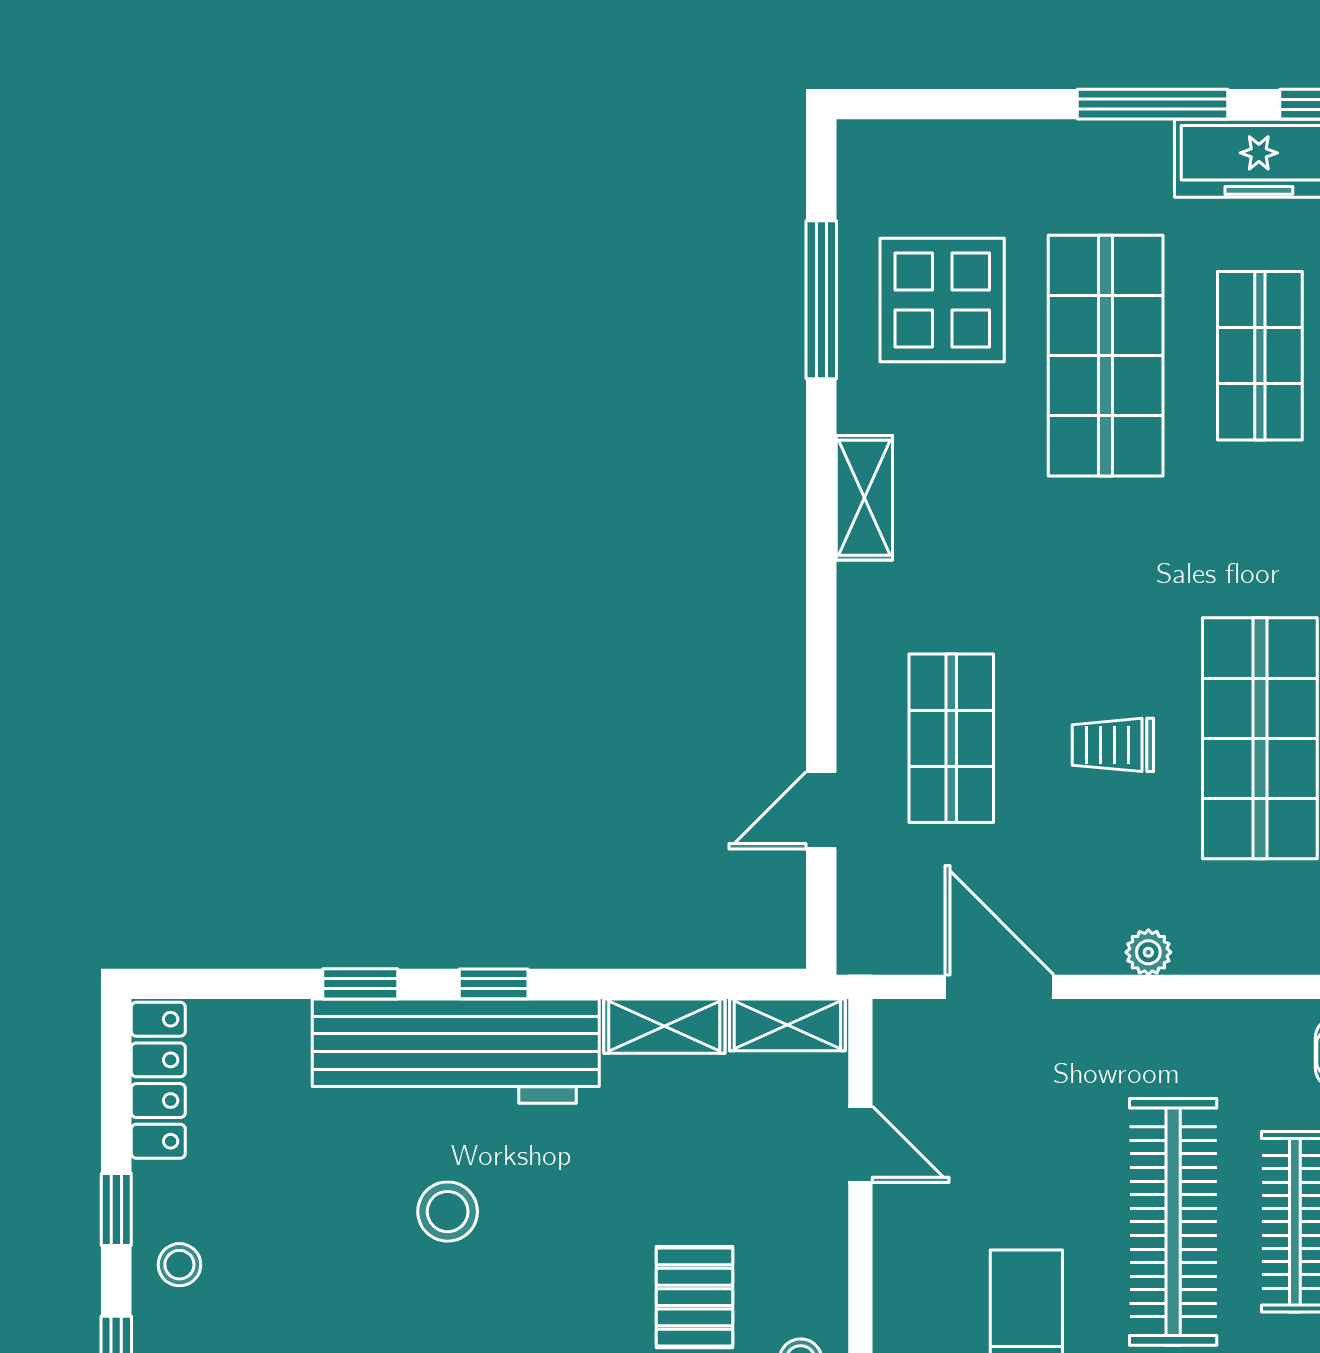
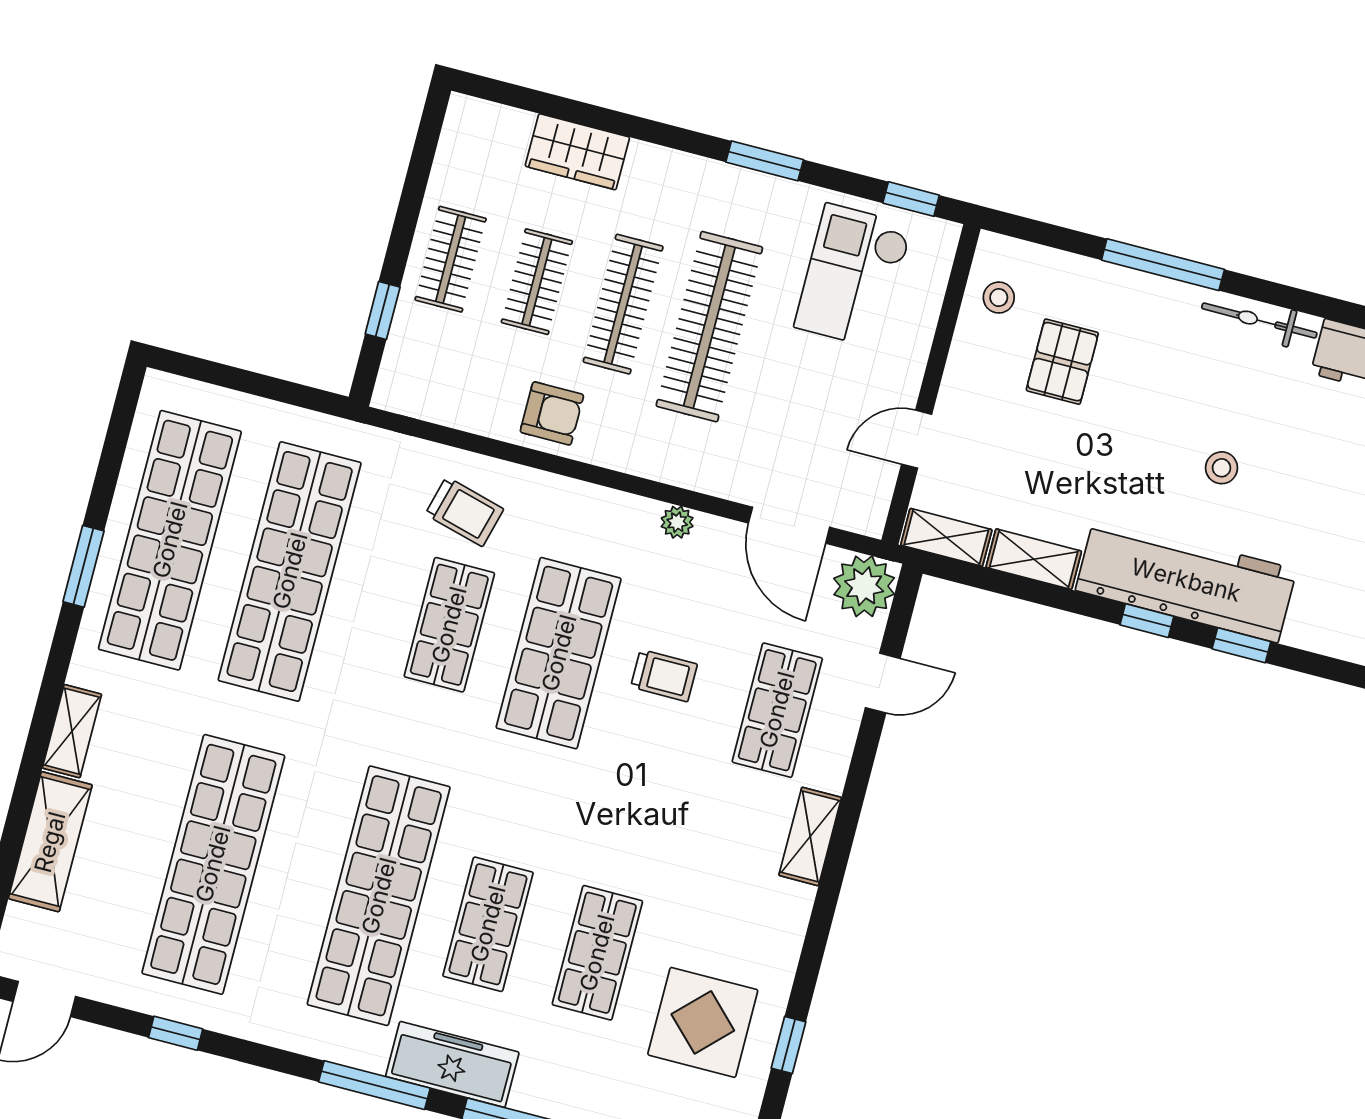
window: (821, 300) -> (788, 1045), width x0.46
shop shelf: (1106, 356) -> (597, 953), width x0.70, depth x0.74
shelving: (864, 498) -> (810, 836), moved
plant: (879, 932) -> (864, 586), added
door: (860, 1144) -> (917, 439), hinge flipped
stool: (448, 1212) -> (1222, 468), width x0.73, depth x0.73

